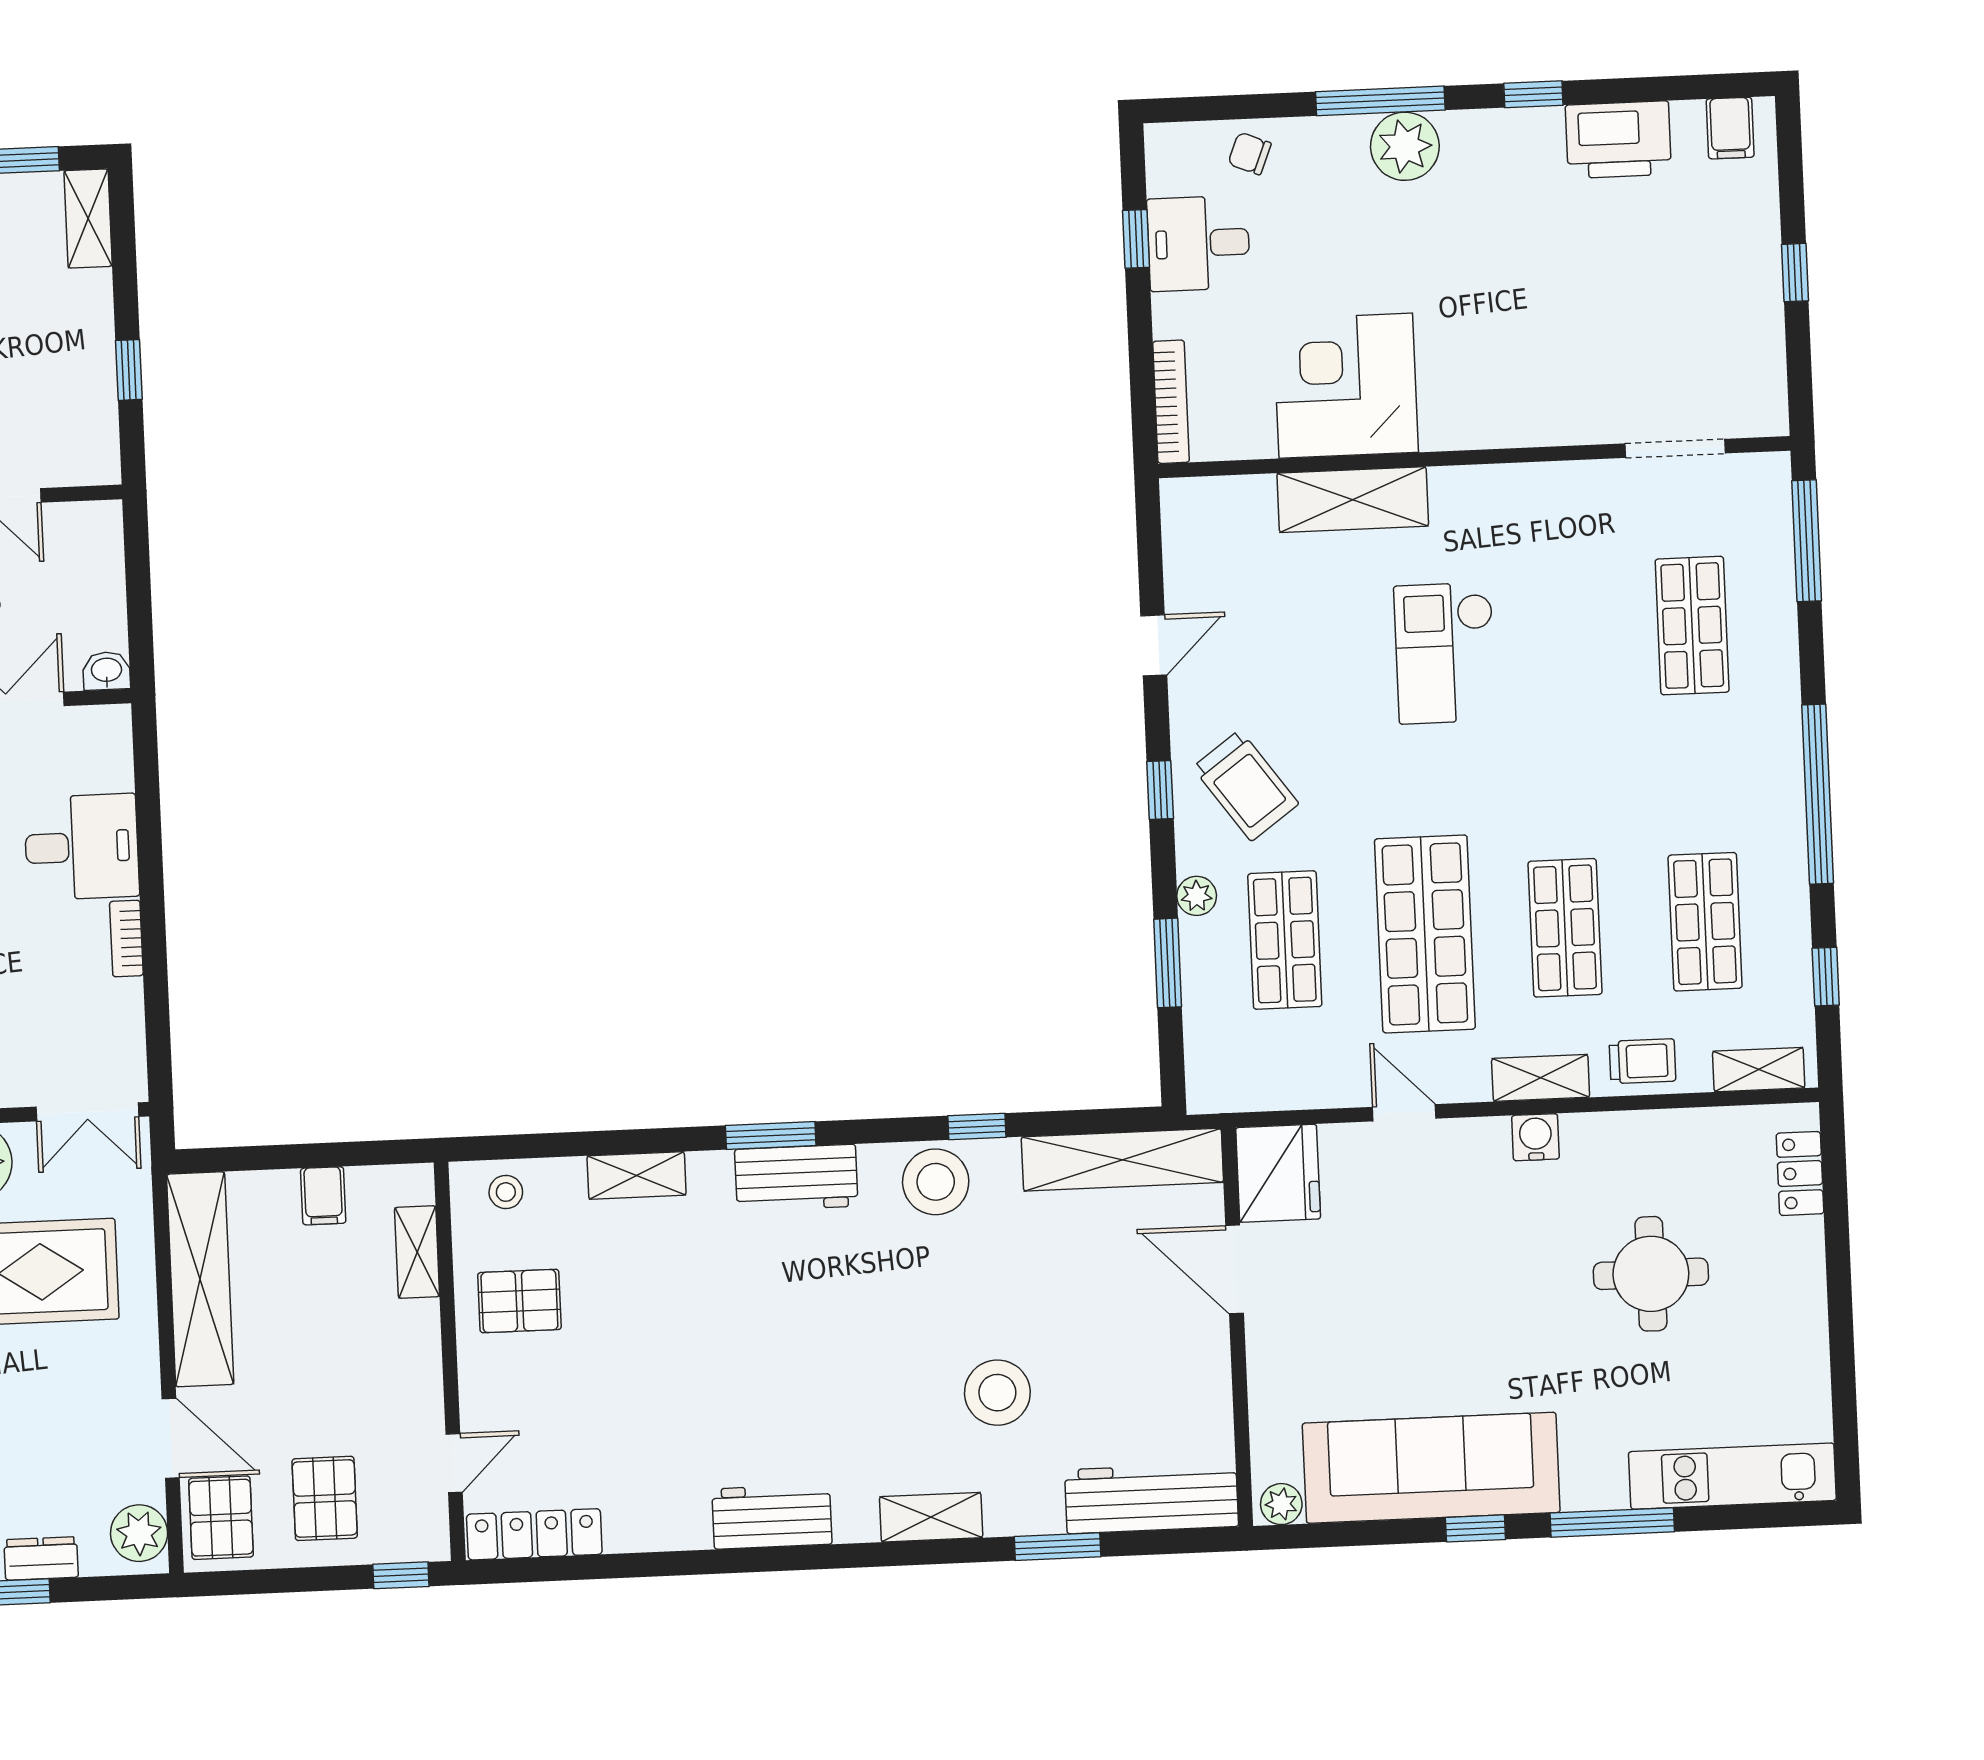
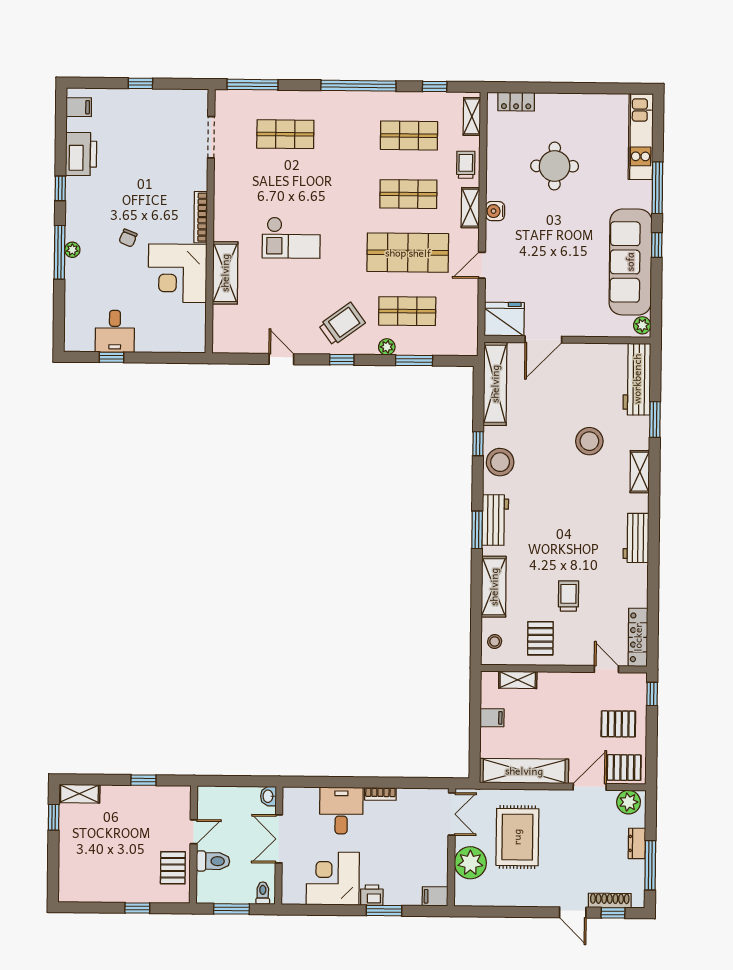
plant: (1405, 146) -> (72, 250), width x0.53, depth x0.53
chair: (1250, 153) -> (128, 238), moved
bookcase: (1171, 402) -> (201, 217), moved, turned -90
shelving: (637, 1175) -> (494, 587), width x1.50, depth x1.33
trolley: (624, 1363) -> (568, 596), added

